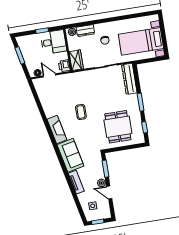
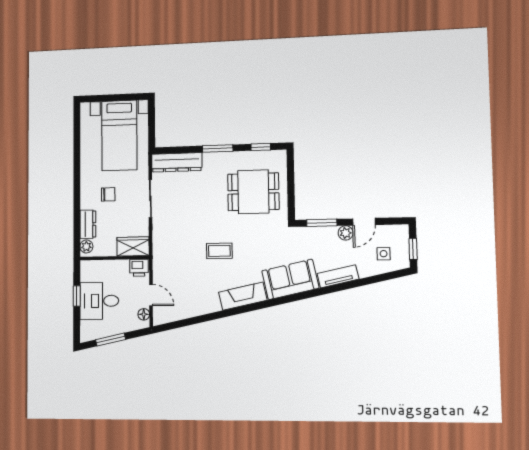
desk: (54, 42) -> (99, 301), moved, turned -90
door: (49, 75) -> (151, 295), swing flipped

